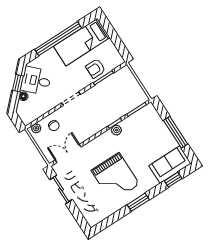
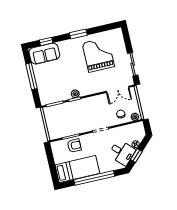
grand piano: (115, 177) -> (98, 55), moved

